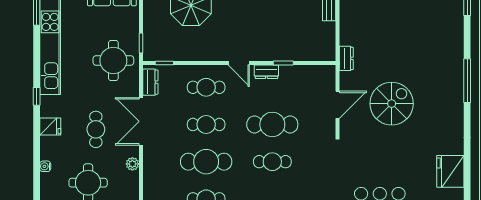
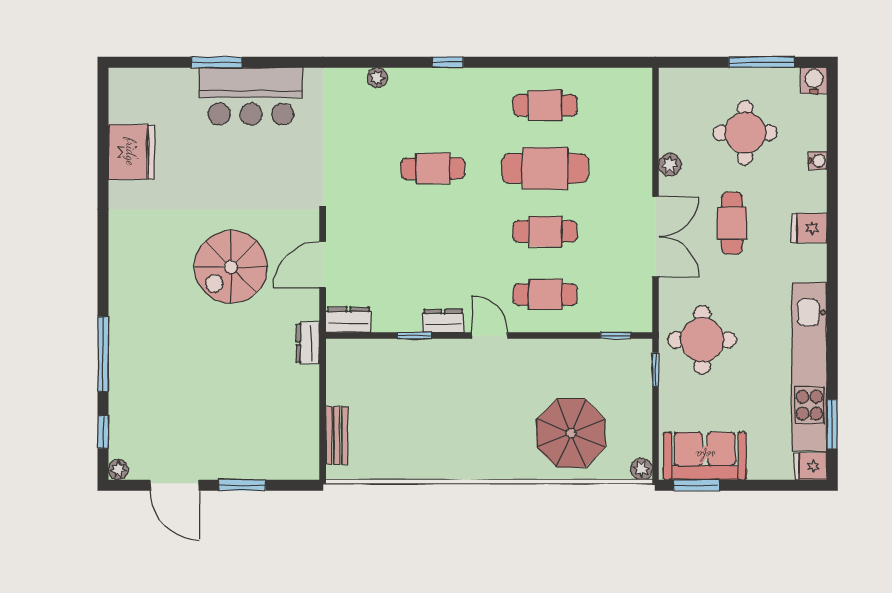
window: (467, 81) -> (103, 354), moved
dresser: (150, 82) -> (348, 320), moved, turned 90
window: (37, 96) -> (832, 279), removed
cafe table: (272, 124) -> (433, 231), removed

